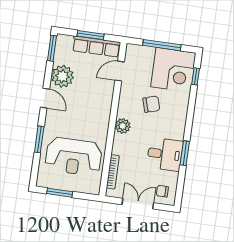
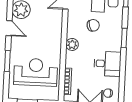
window: (185, 153) -> (124, 38), moved
reception desk: (74, 157) -> (36, 72), turned 180

